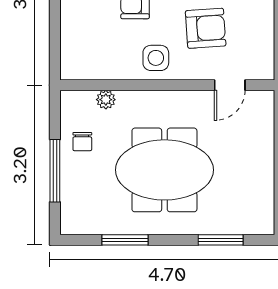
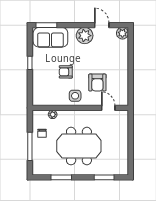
armchair: (206, 28) -> (97, 82), turned 94
door: (230, 85) -> (108, 108), swing flipped

